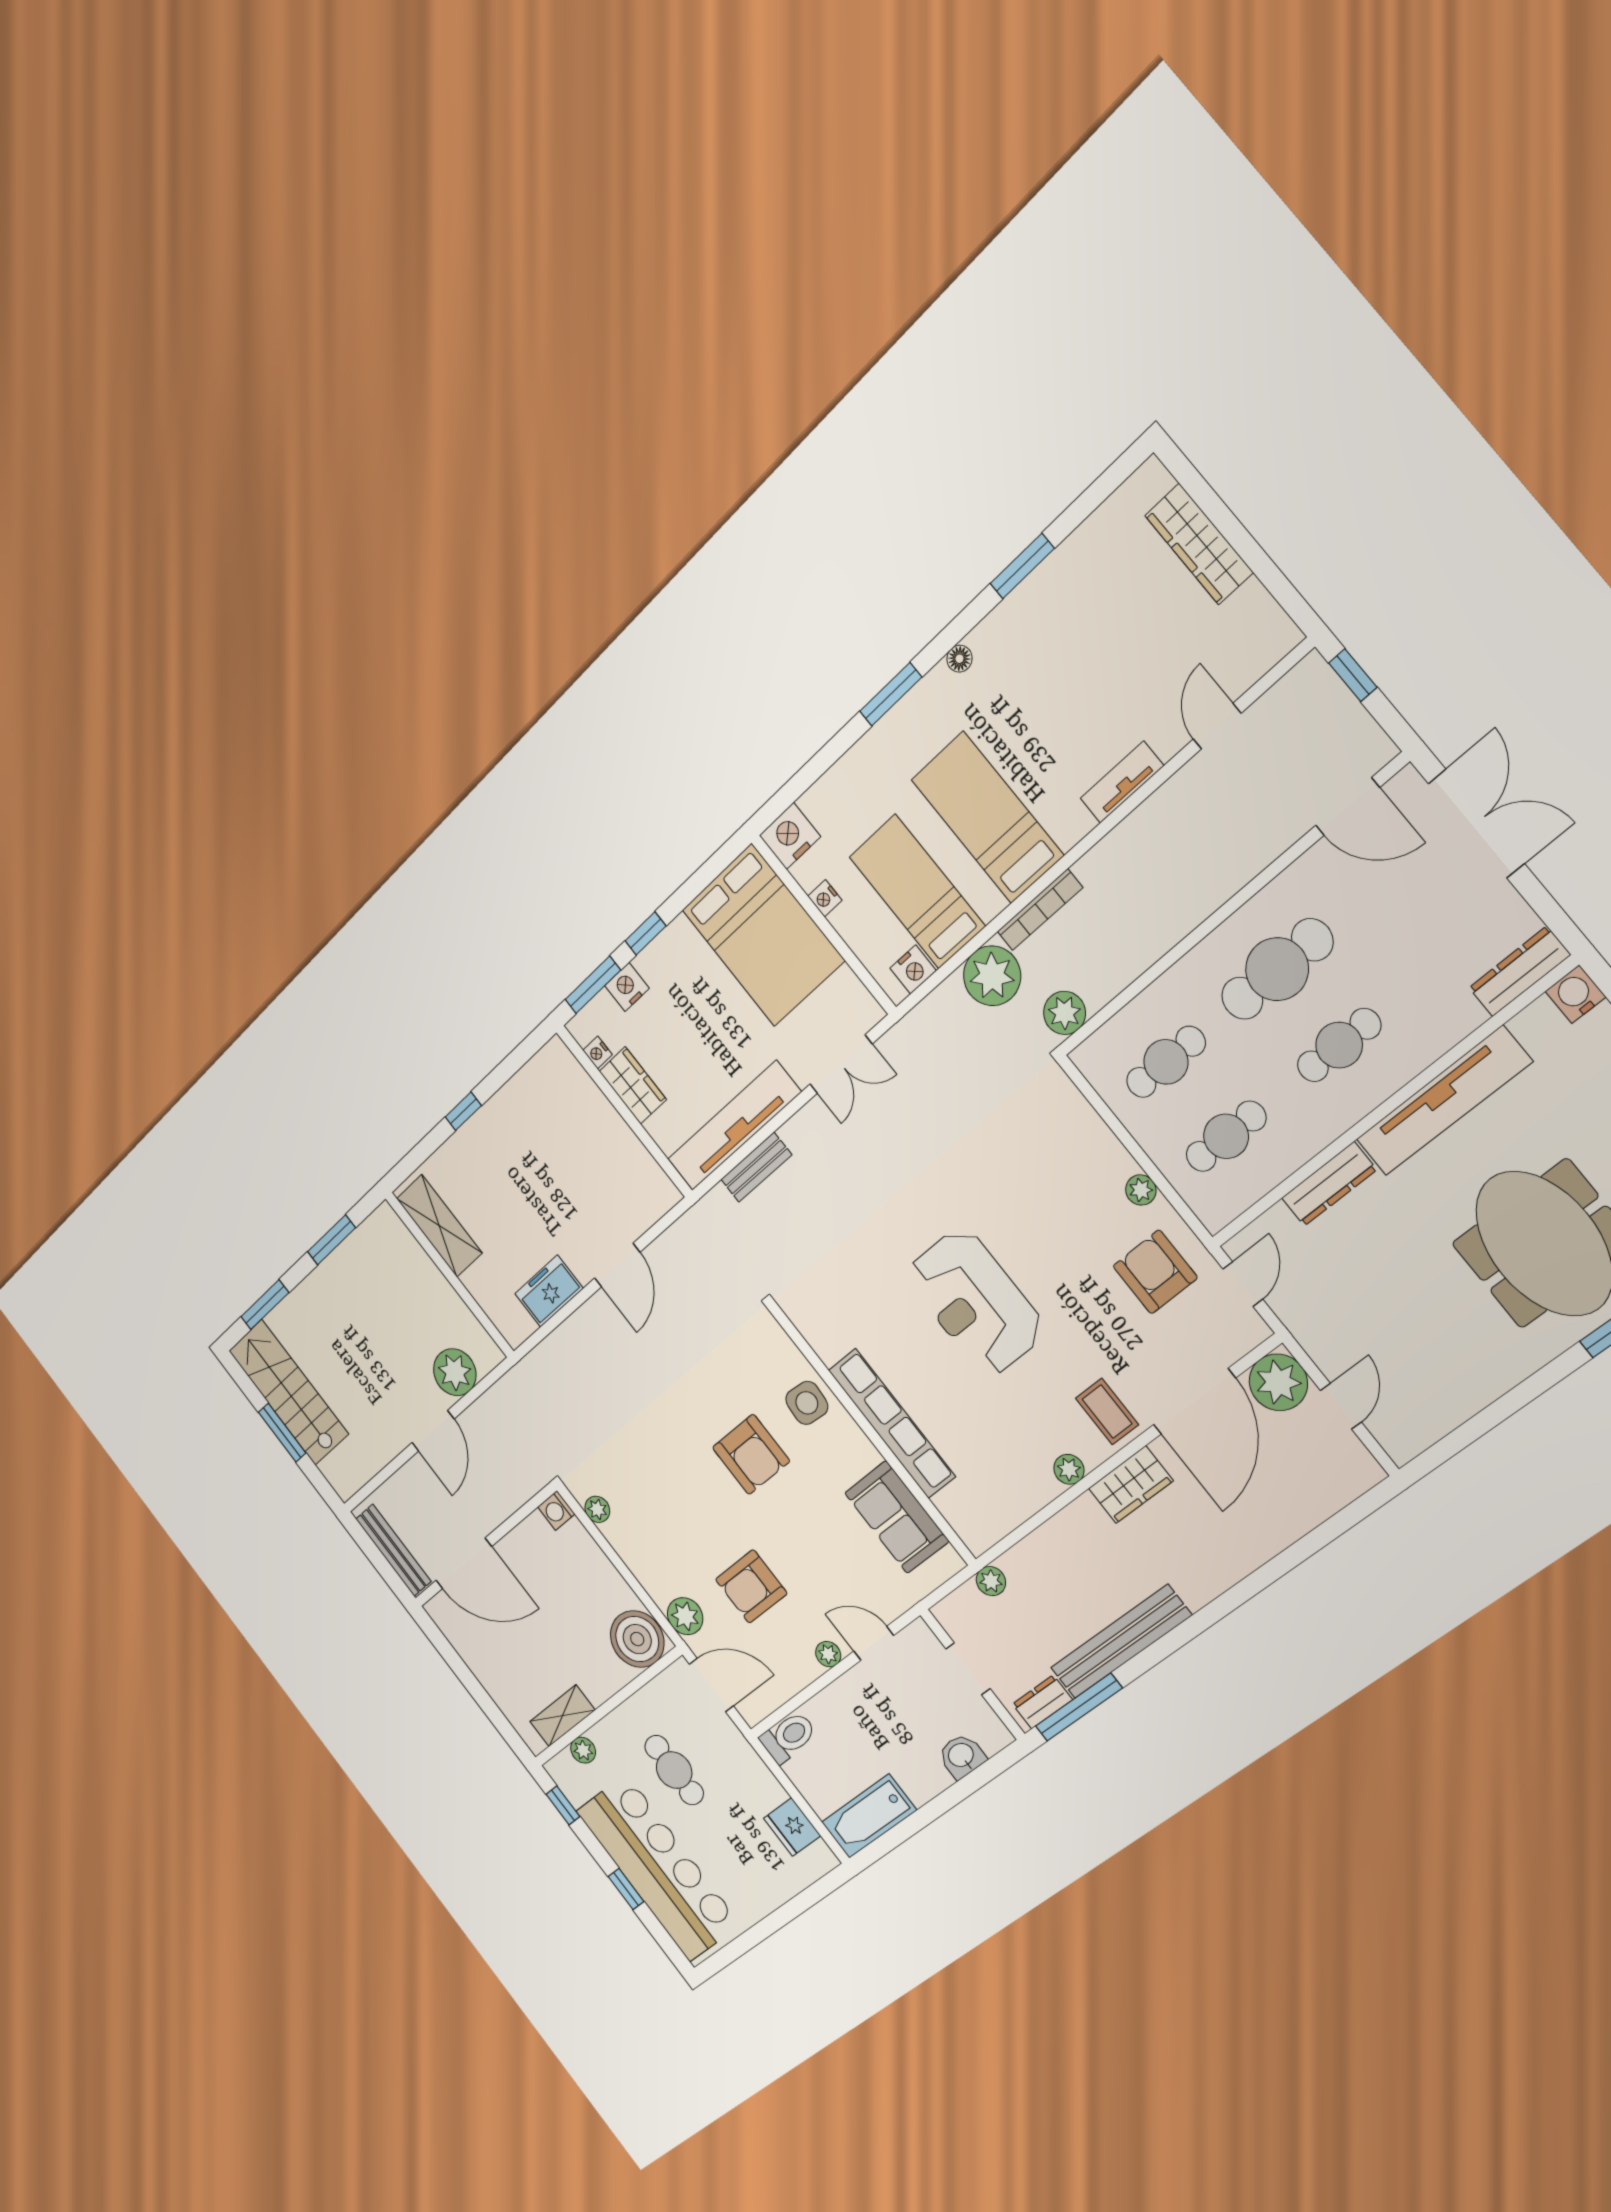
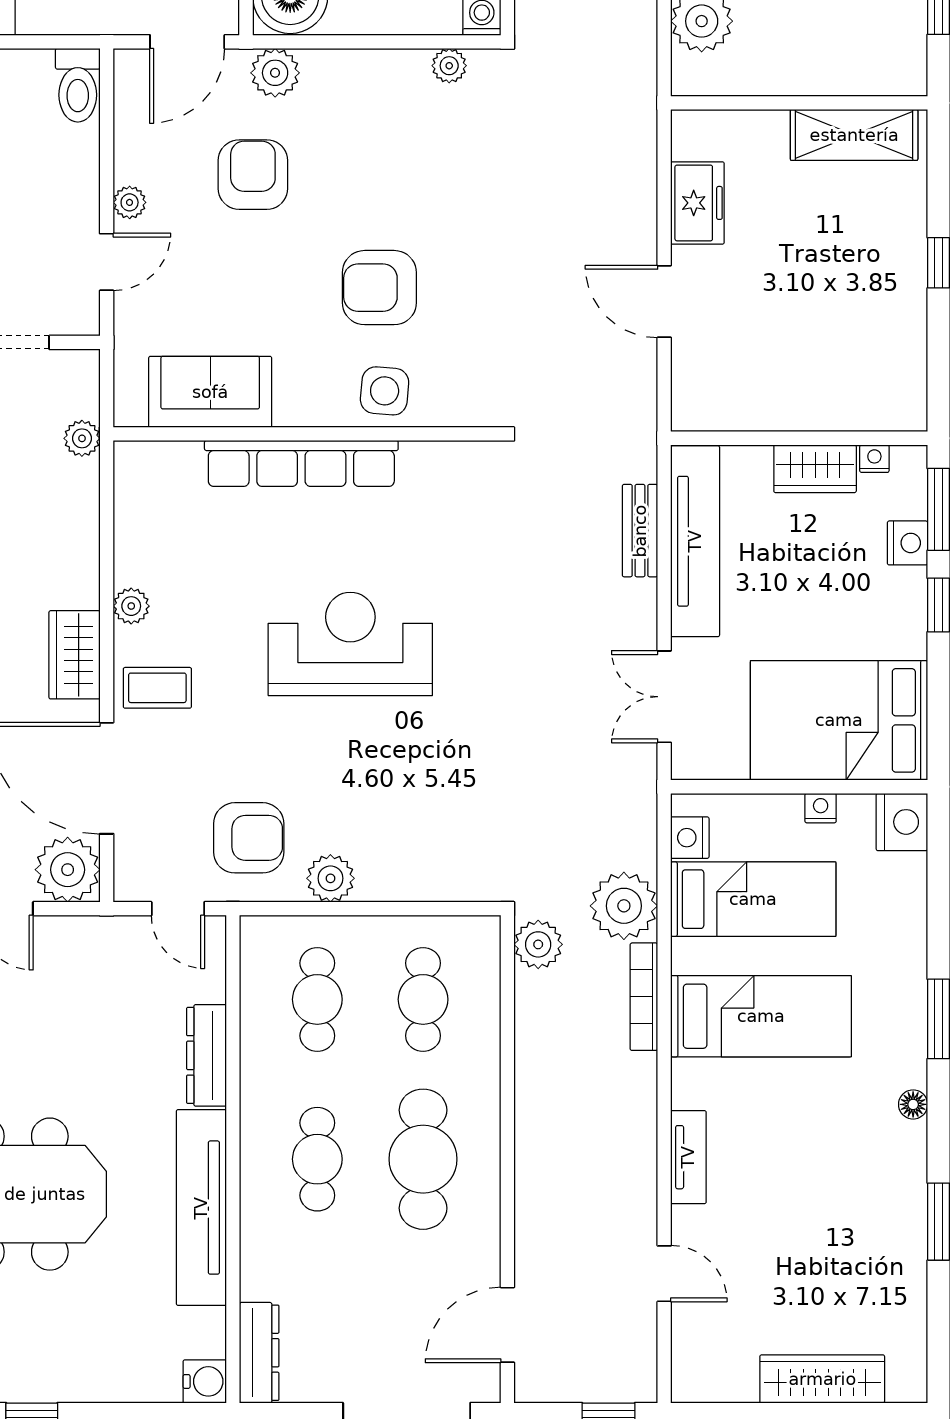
plant: (1141, 1190) -> (330, 878), width x1.38, depth x1.38

